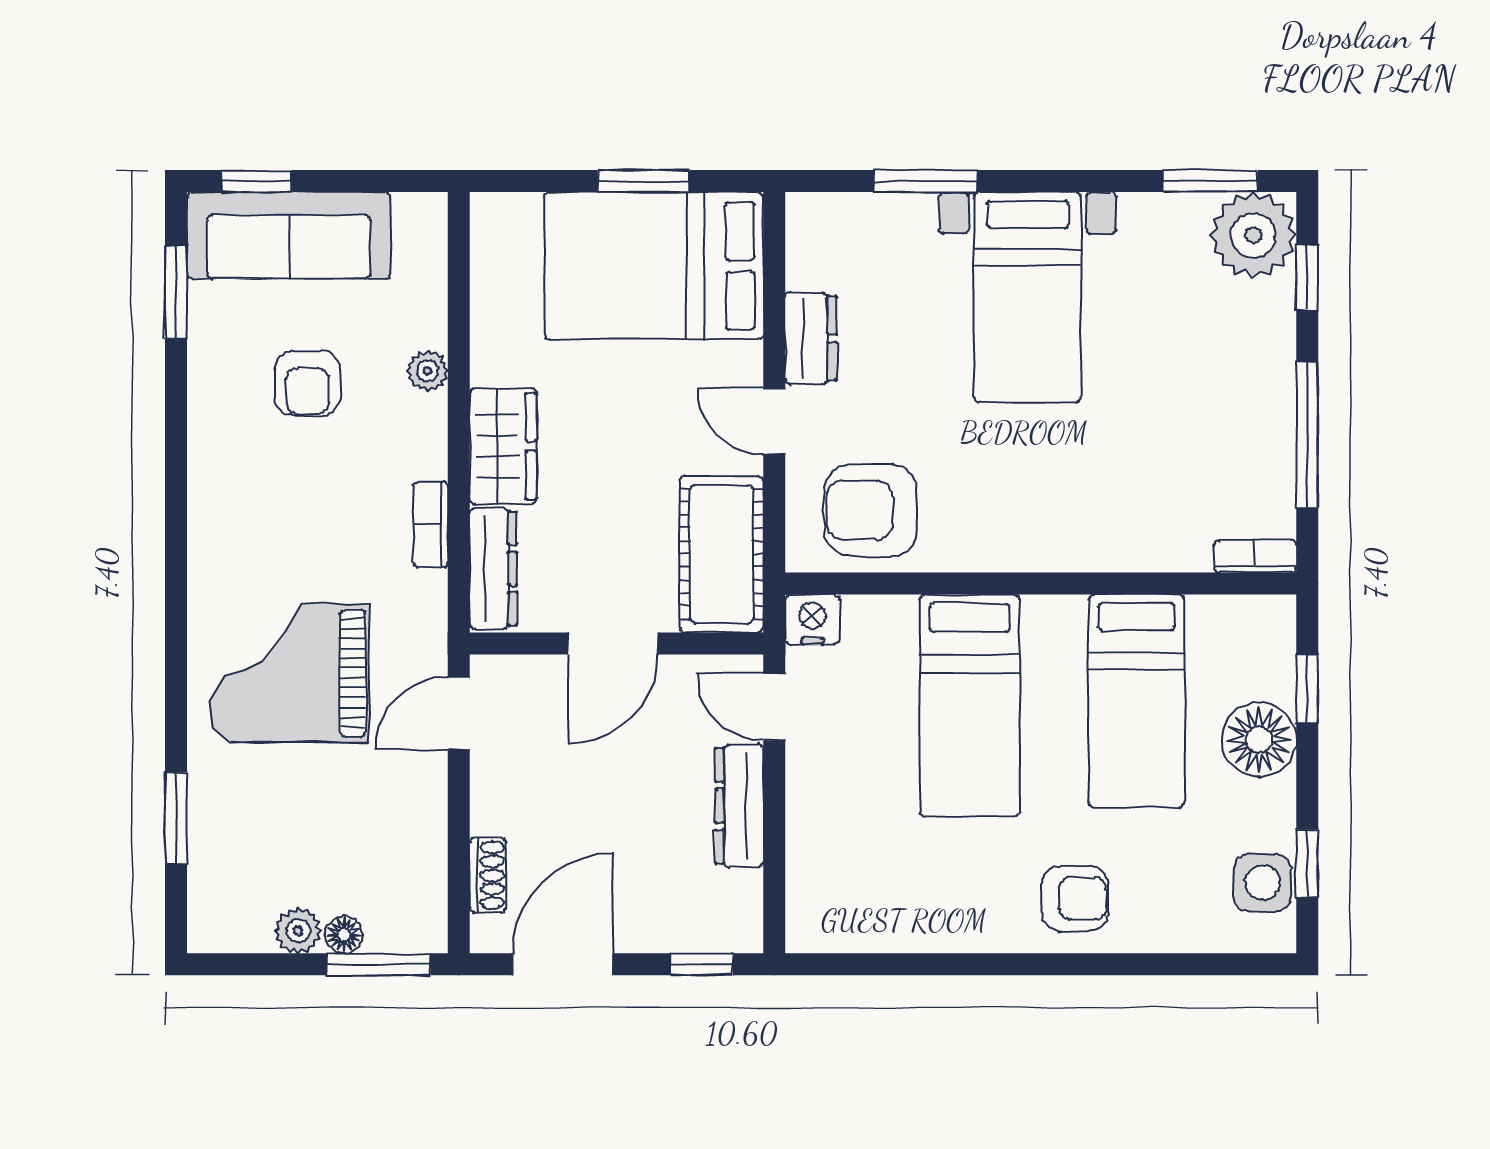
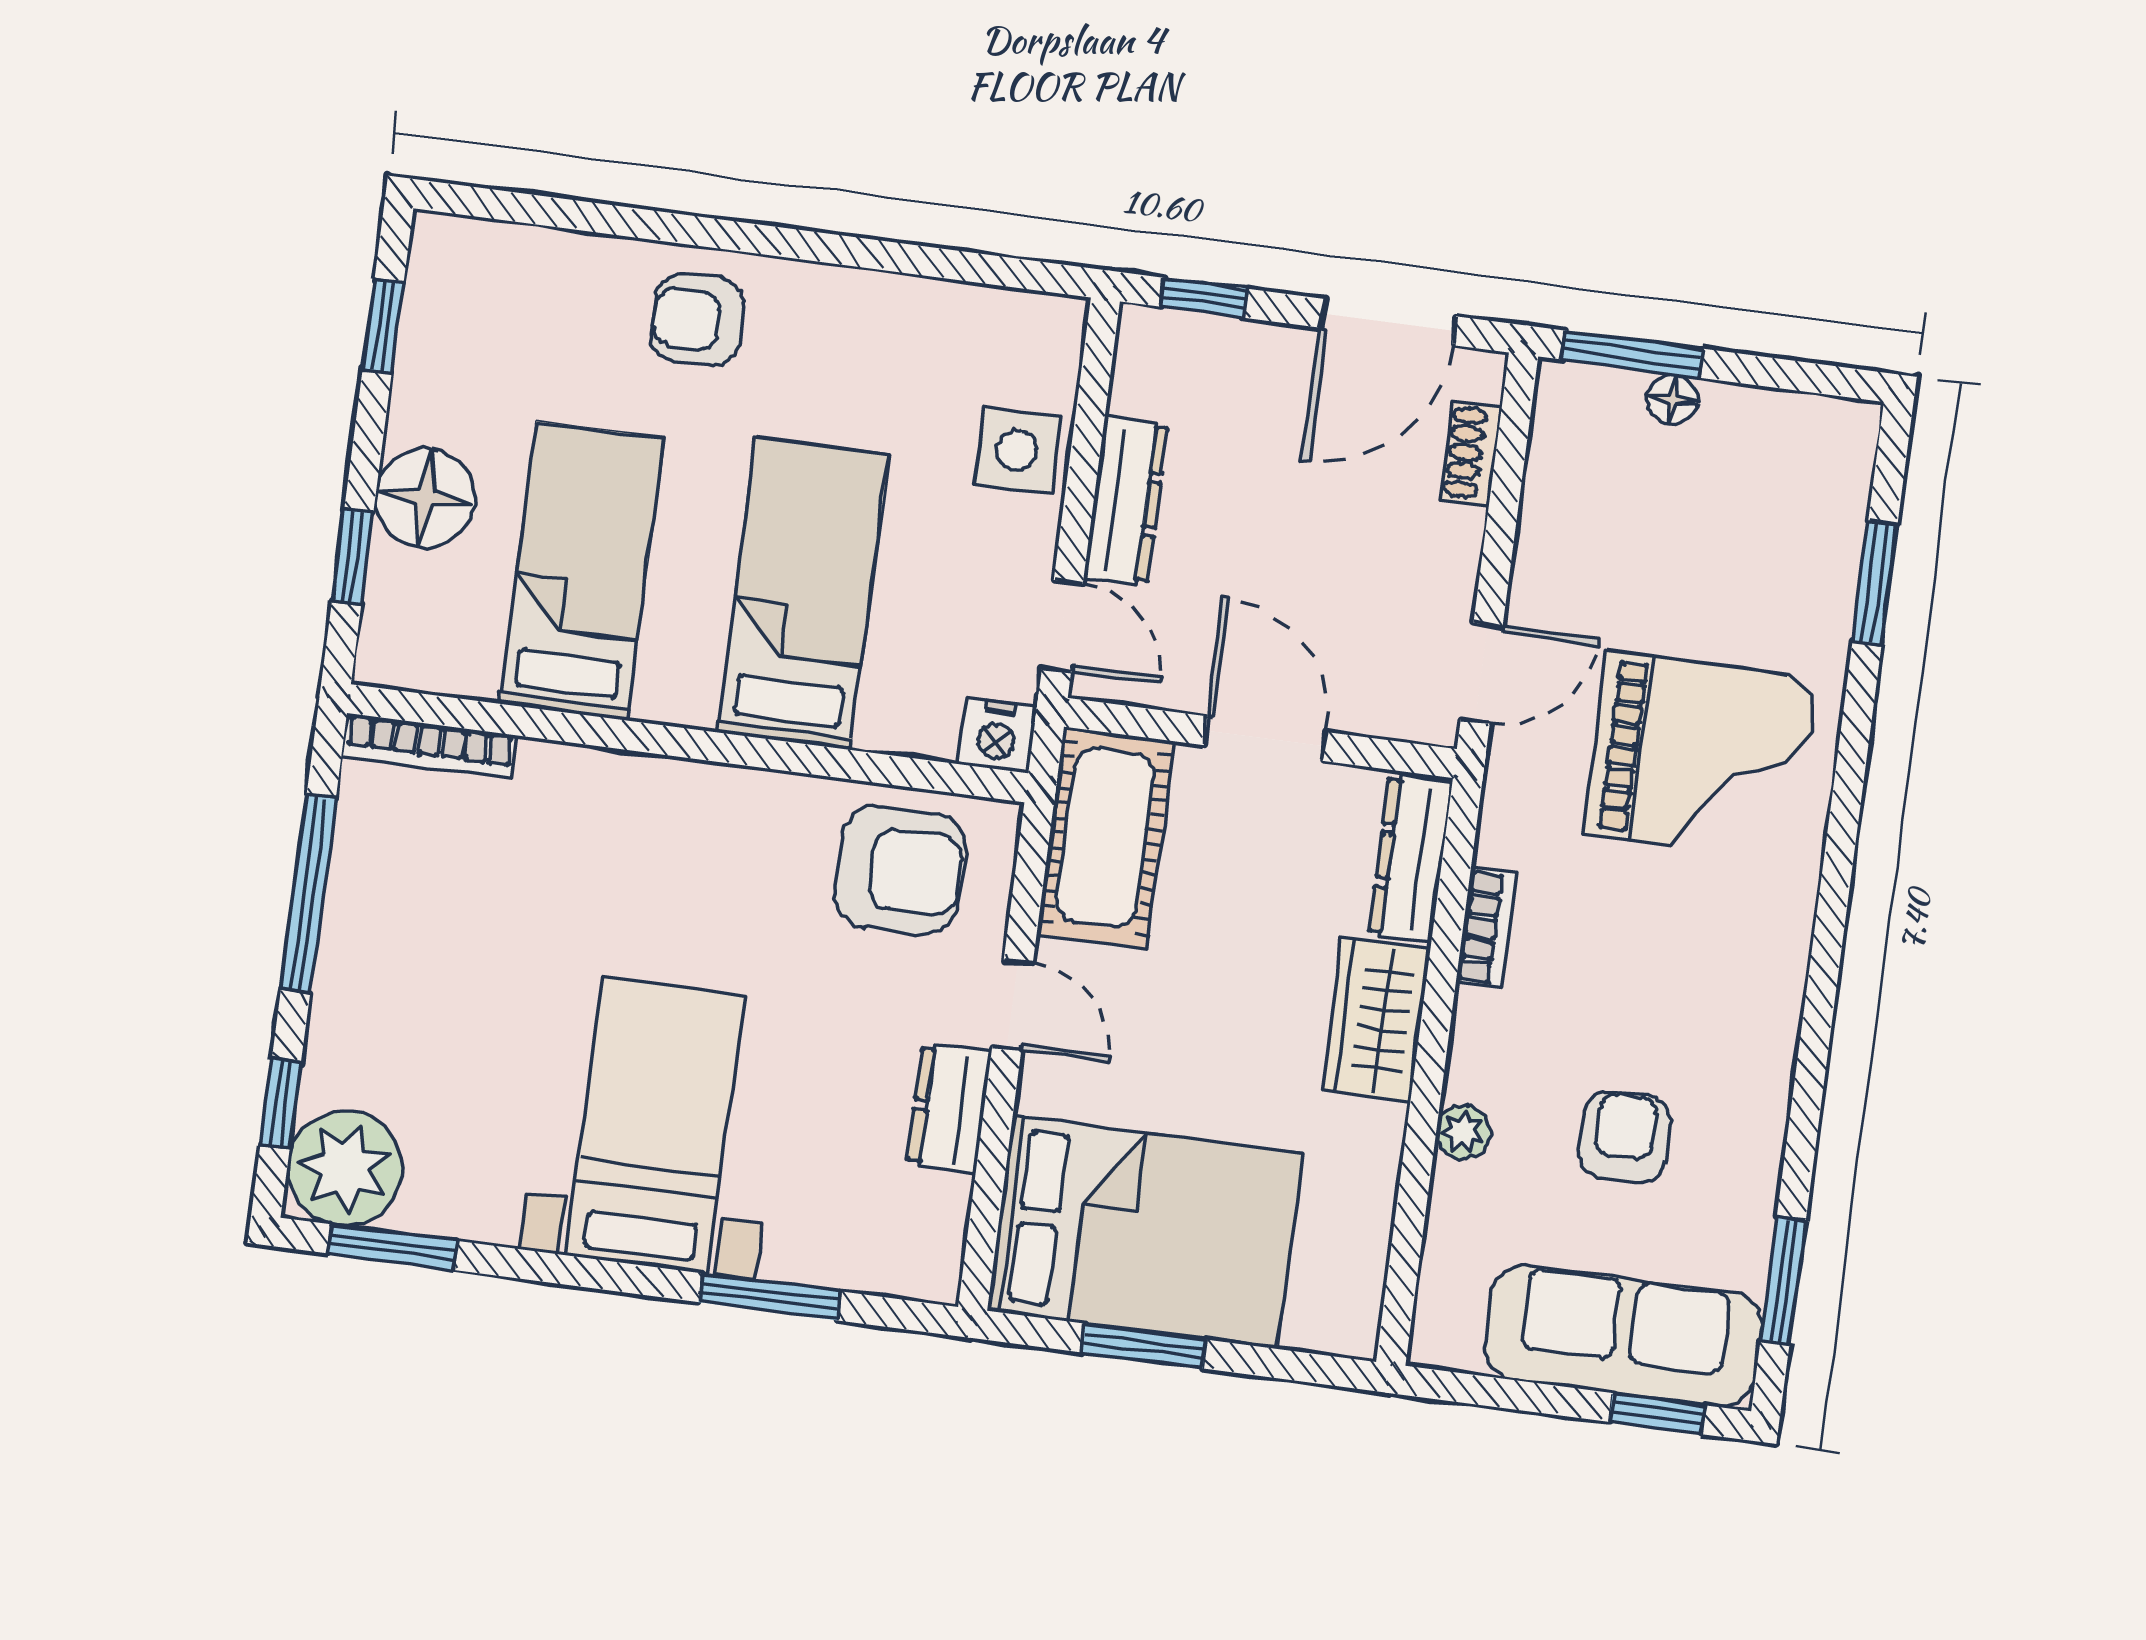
bookcase: (1255, 556) -> (429, 746), width x1.56
door: (613, 643) -> (1265, 739), hinge flipped
side table: (1262, 883) -> (1017, 450), moved
plant: (298, 931) -> (1732, 413), removed

